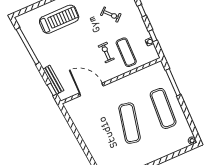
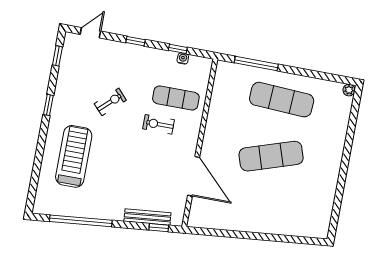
exercise bike: (111, 15) -> (110, 102), moved
door: (91, 89) -> (194, 176), swing flipped
exercise mat: (130, 123) -> (271, 156), turned -30

